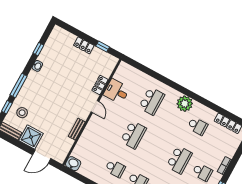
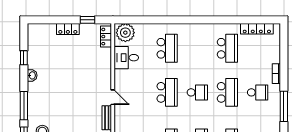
locker: (100, 85) -> (106, 37), moved
plant: (185, 104) -> (125, 33), moved
door: (95, 107) -> (113, 97), moved
school desk: (198, 126) -> (227, 48), width x1.85
school desk: (156, 147) -> (197, 92), added

